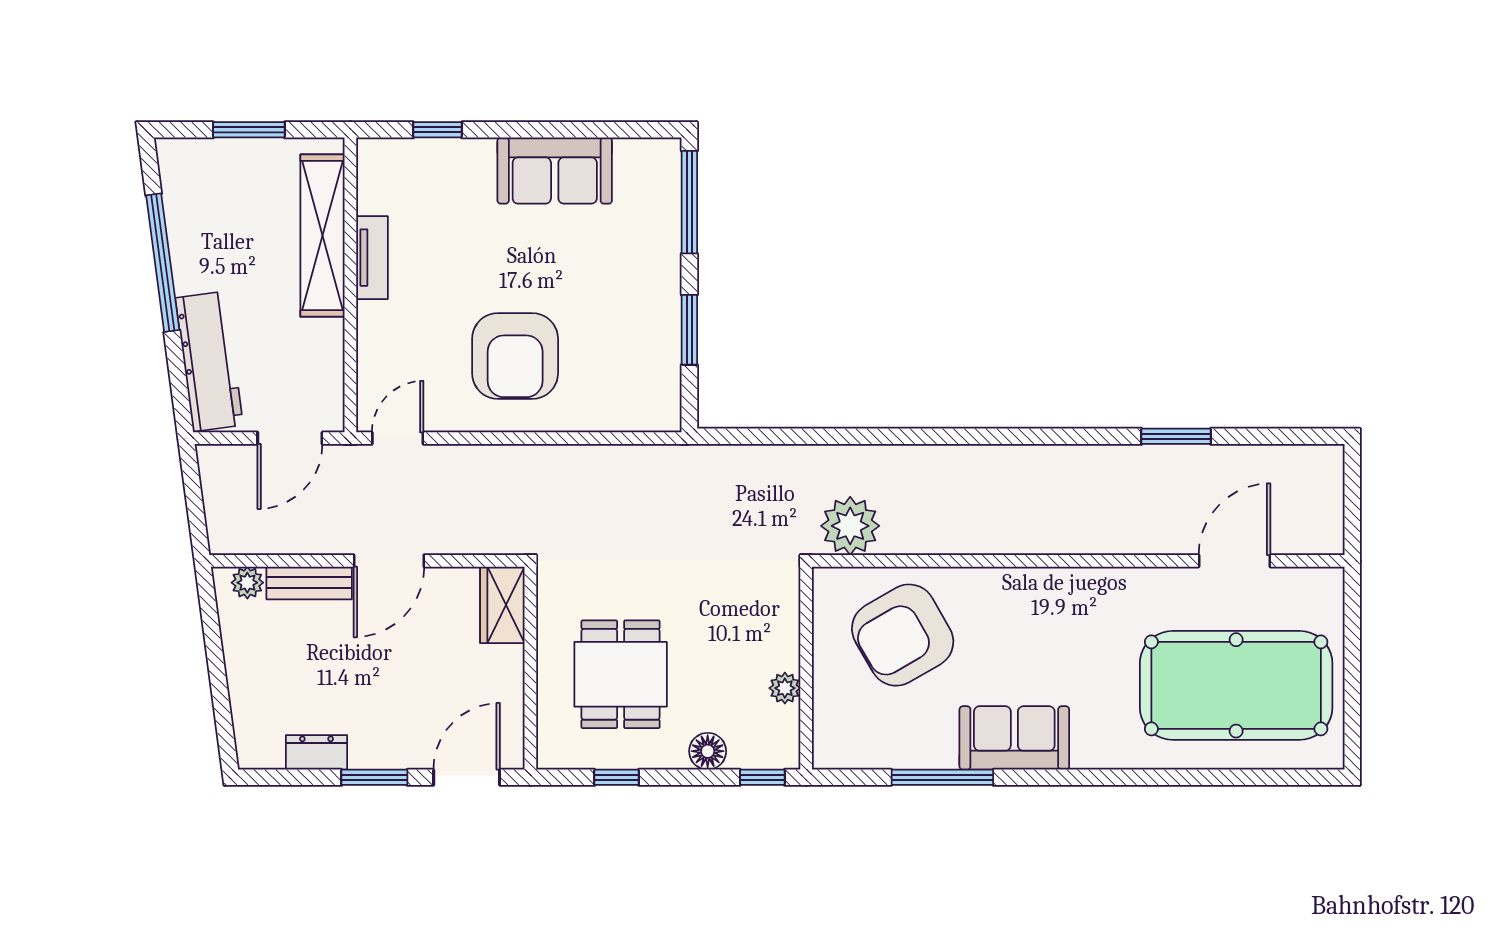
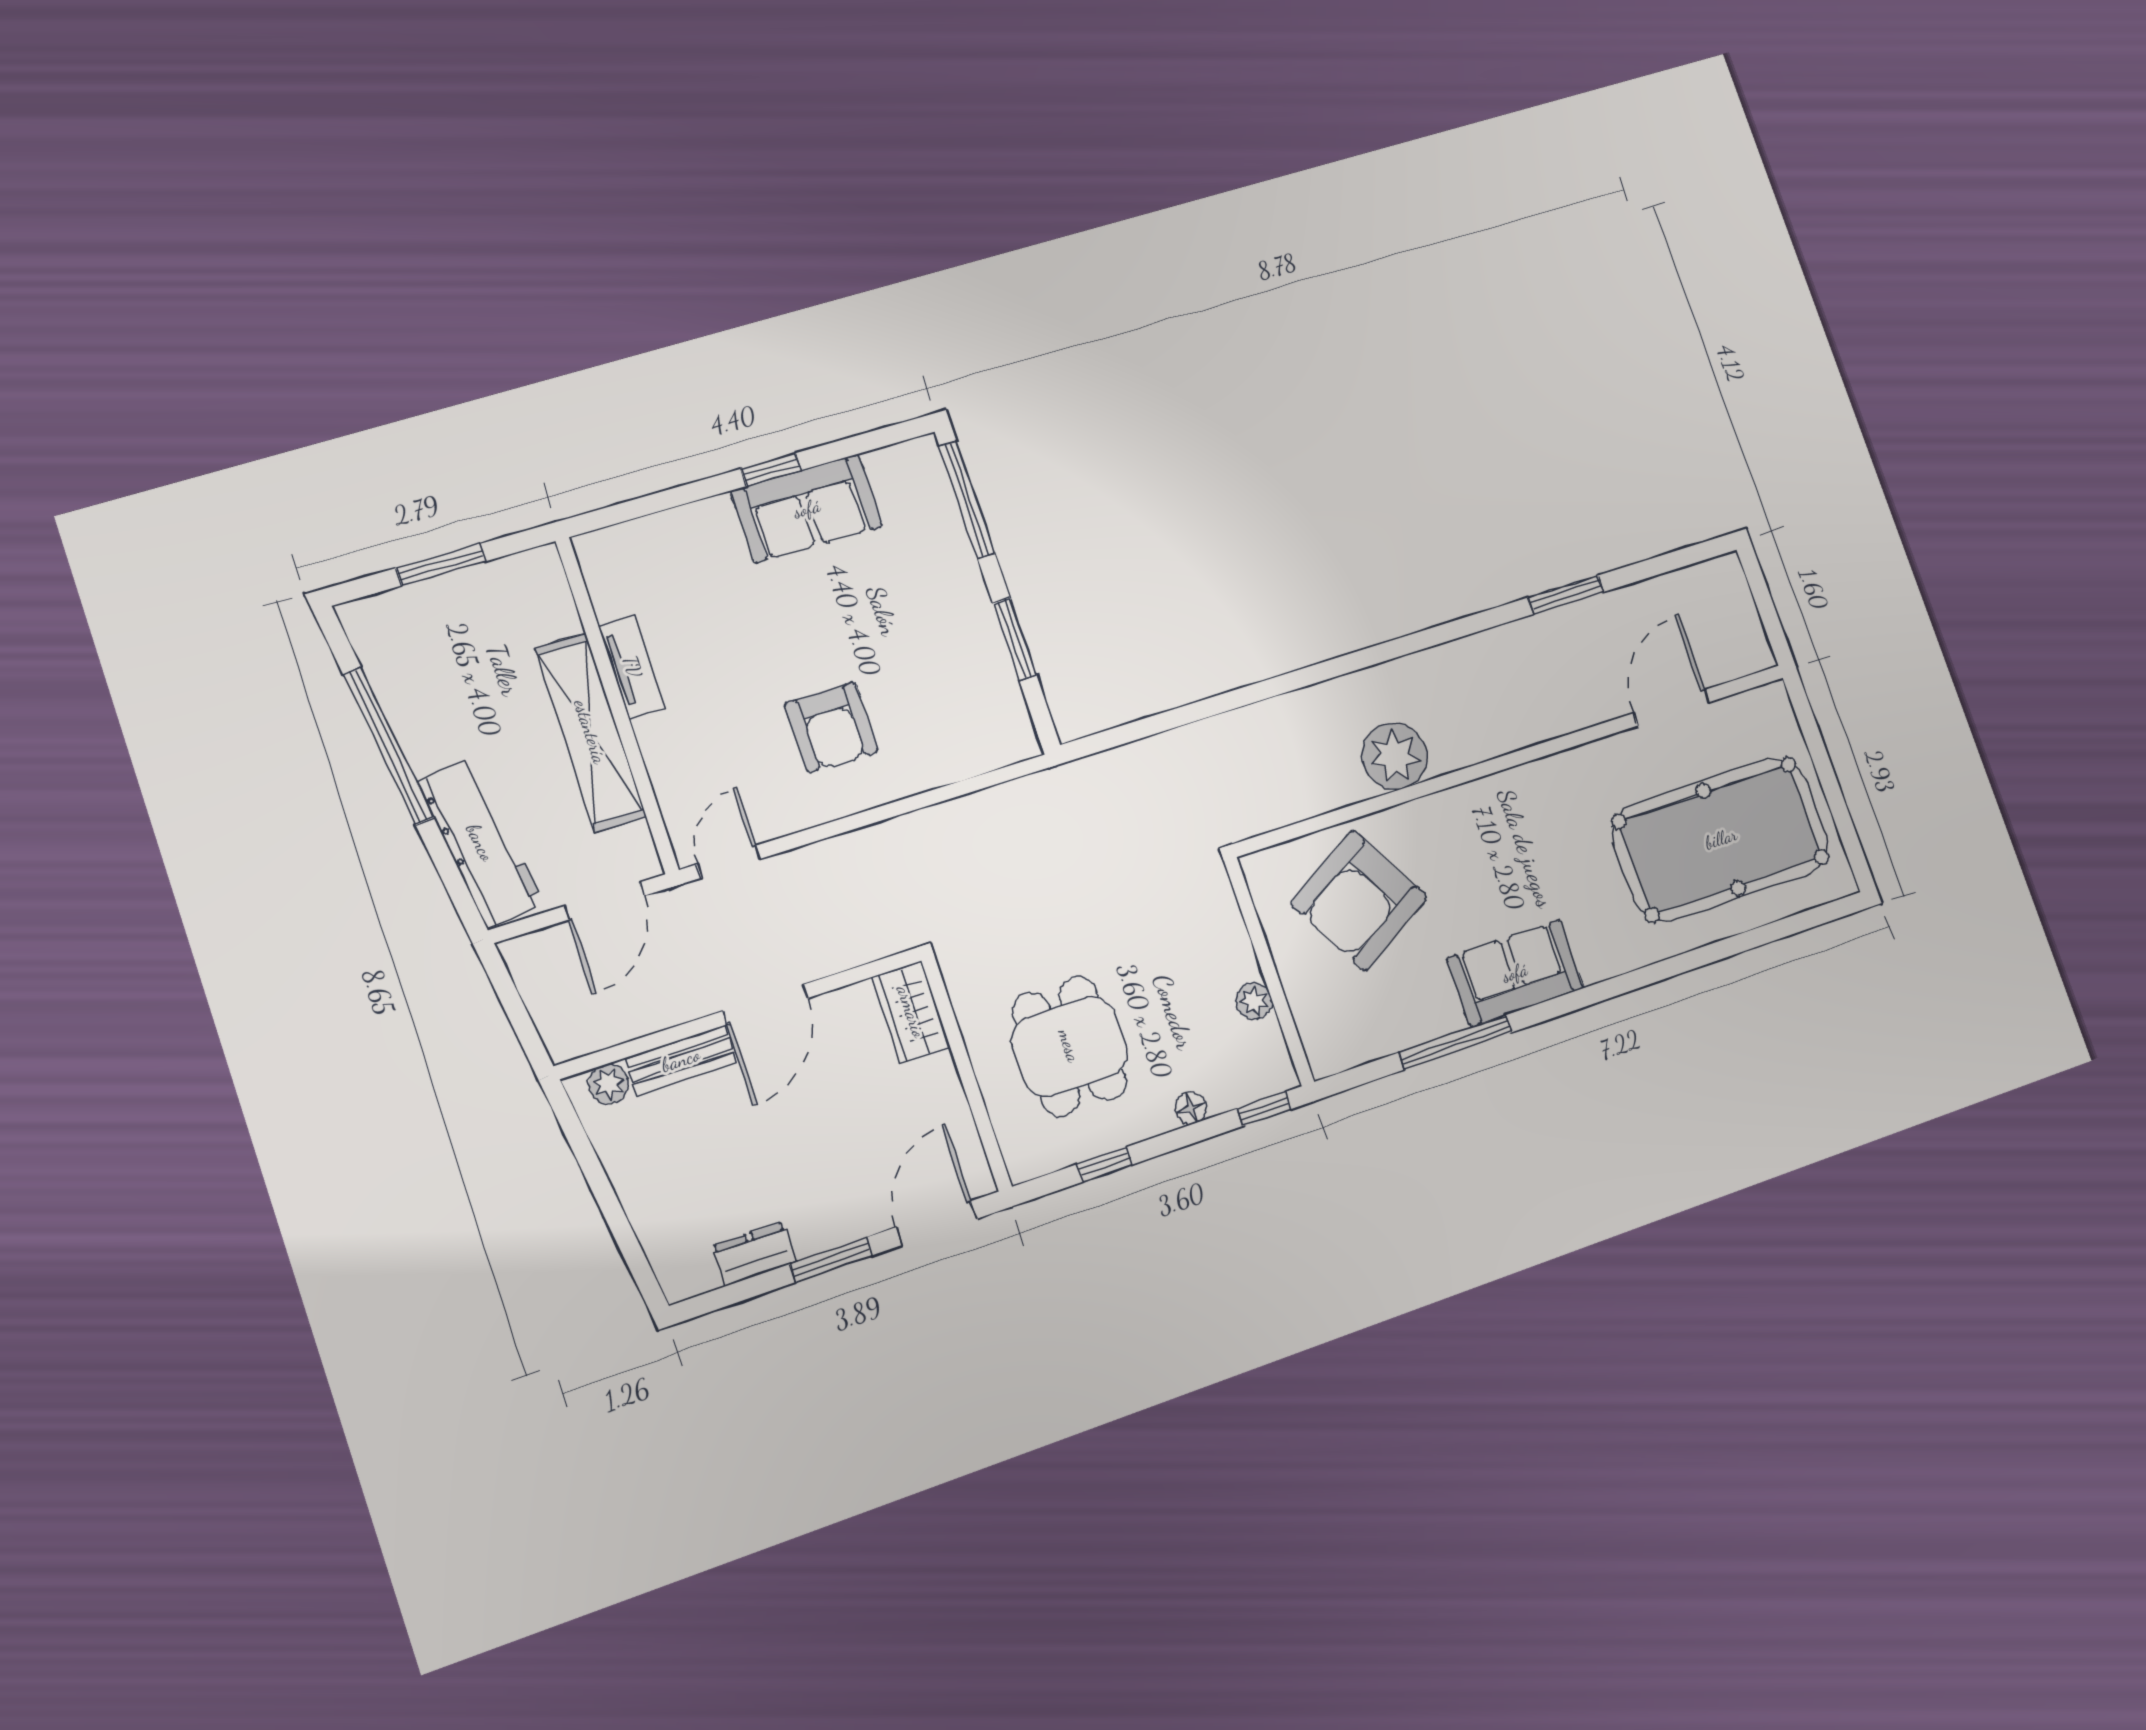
window: (438, 130) -> (771, 470), moved
shelving: (322, 236) -> (590, 732), moved
armchair: (515, 356) -> (831, 727), width x0.73, depth x0.73
plant: (850, 526) -> (1395, 756), moved
floor lamp: (708, 751) -> (1191, 1108), width x0.73, depth x0.73

